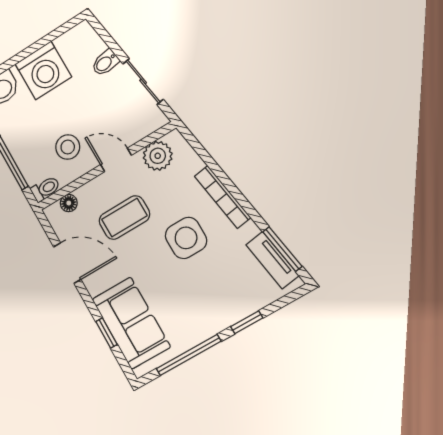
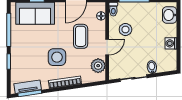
washing machine: (43, 70) -> (171, 43), width x0.53, depth x0.53

